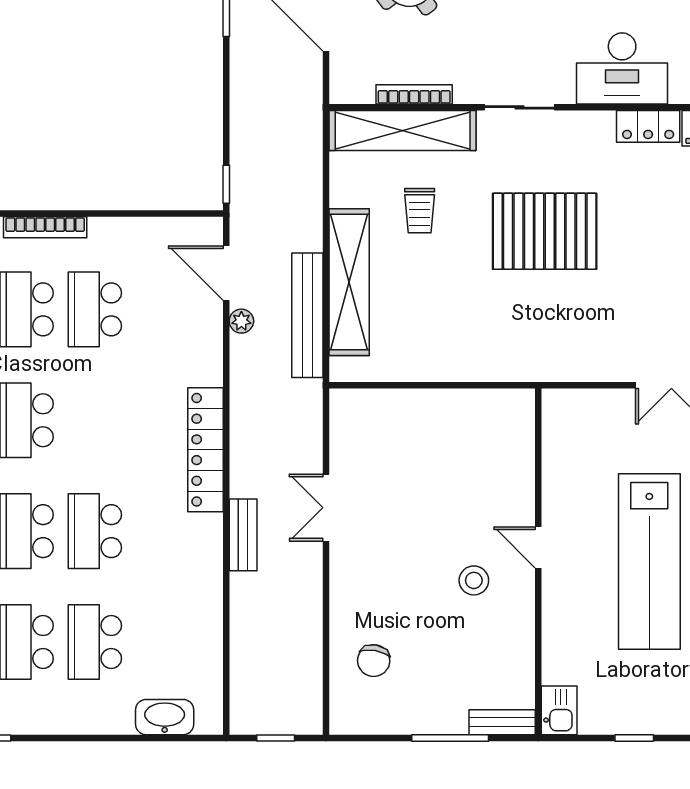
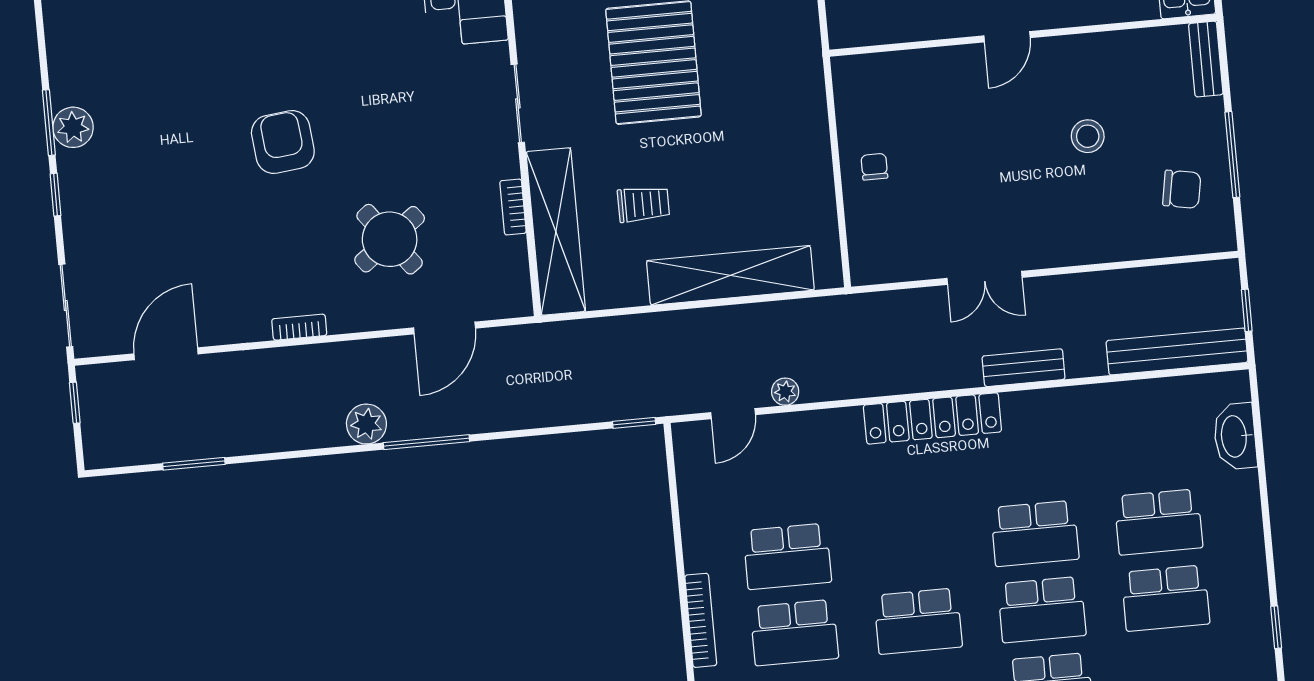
bookcase: (414, 94) -> (513, 207), width x0.64
door: (226, 273) -> (733, 414), width x0.73
bench: (307, 315) -> (1177, 351), moved
chair: (434, 419) -> (874, 167), added
stool: (474, 580) -> (1088, 136), moved
chair: (374, 661) -> (1182, 189), moved
window: (450, 738) -> (1232, 155), moved

